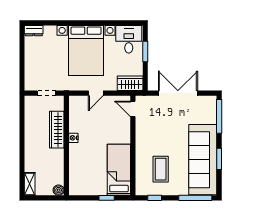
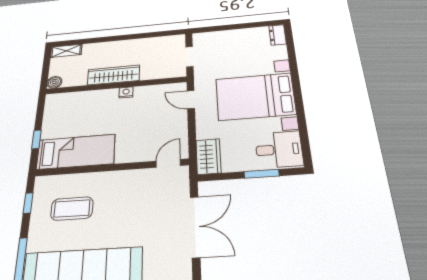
door: (96, 93) -> (191, 100), moved
wardrobe: (57, 130) -> (113, 75), moved

